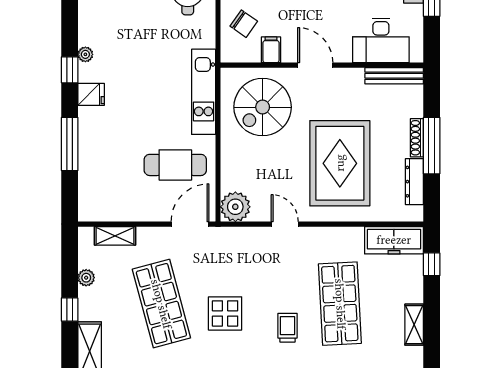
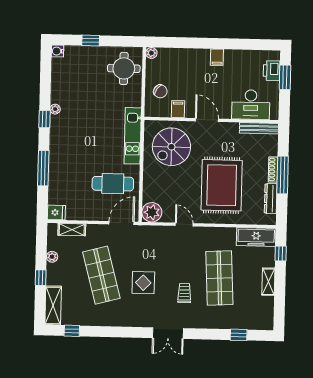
fridge: (91, 94) -> (56, 212), moved
shelving: (414, 325) -> (268, 282), moved

